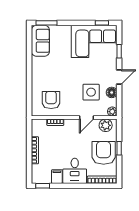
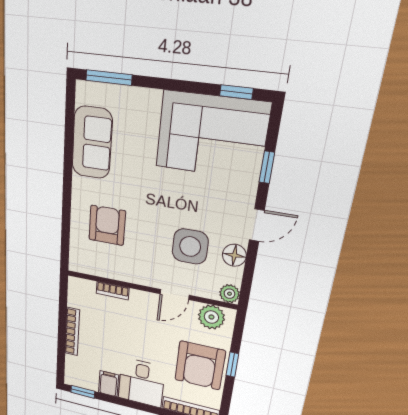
sofa: (40, 41) -> (92, 143), moved
armchair: (51, 100) -> (107, 225), moved
armchair: (104, 153) -> (200, 365), turned 180

